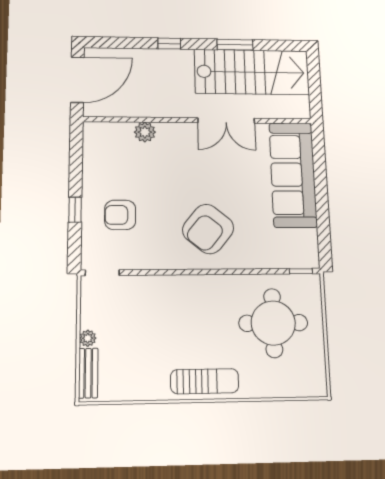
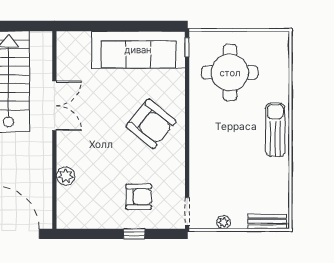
sofa: (293, 175) -> (138, 50), moved
armchair: (120, 215) -> (139, 197), turned -90
plant: (88, 338) -> (224, 222), moved

